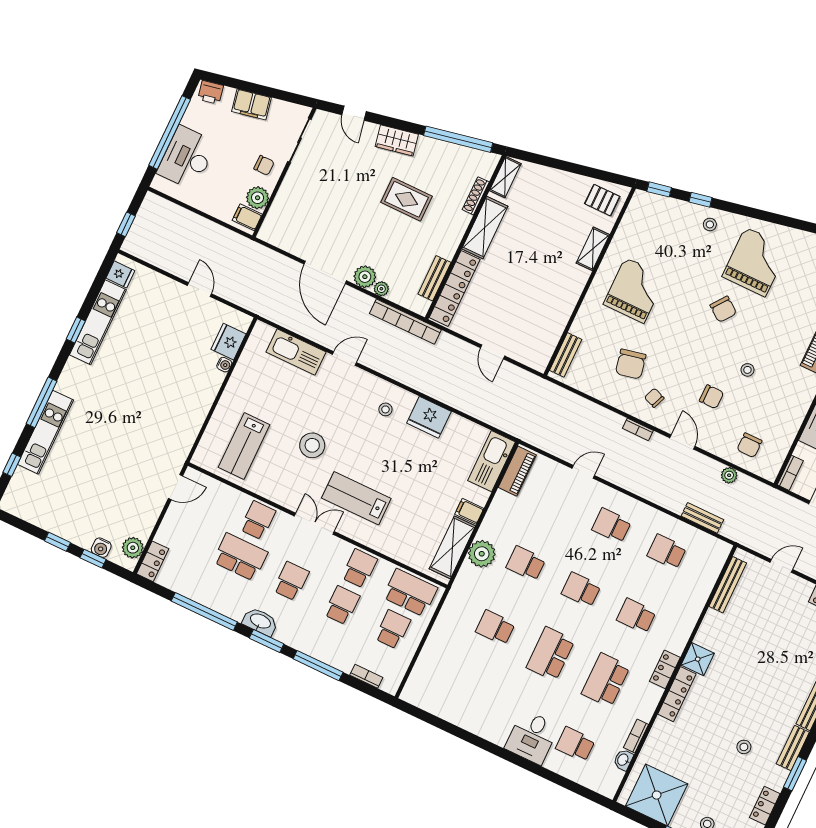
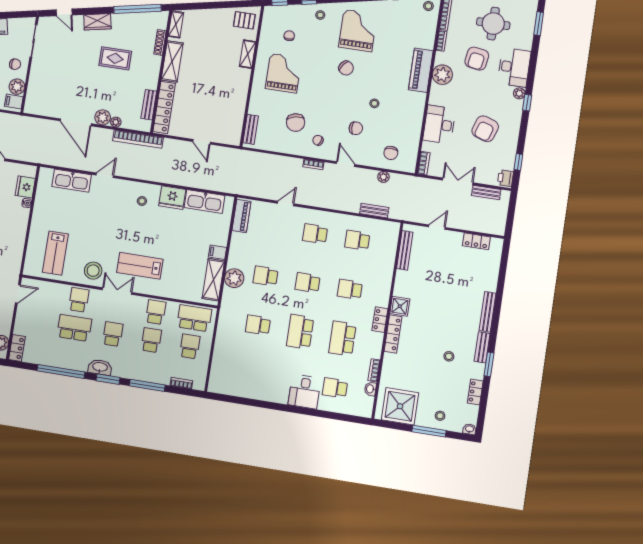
chair: (658, 240) -> (289, 36), added
stool: (312, 445) -> (93, 271), moved
kitchen sink: (492, 461) -> (204, 202), moved, turned -90

